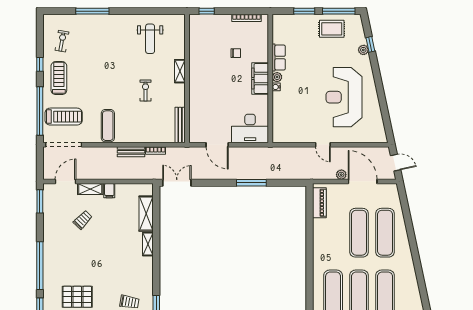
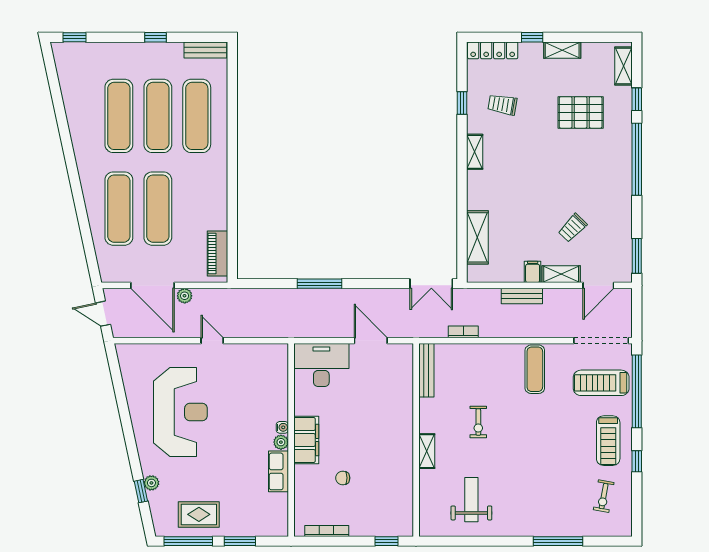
bench: (131, 152) -> (522, 296), moved
shelving: (148, 244) -> (475, 152), moved

